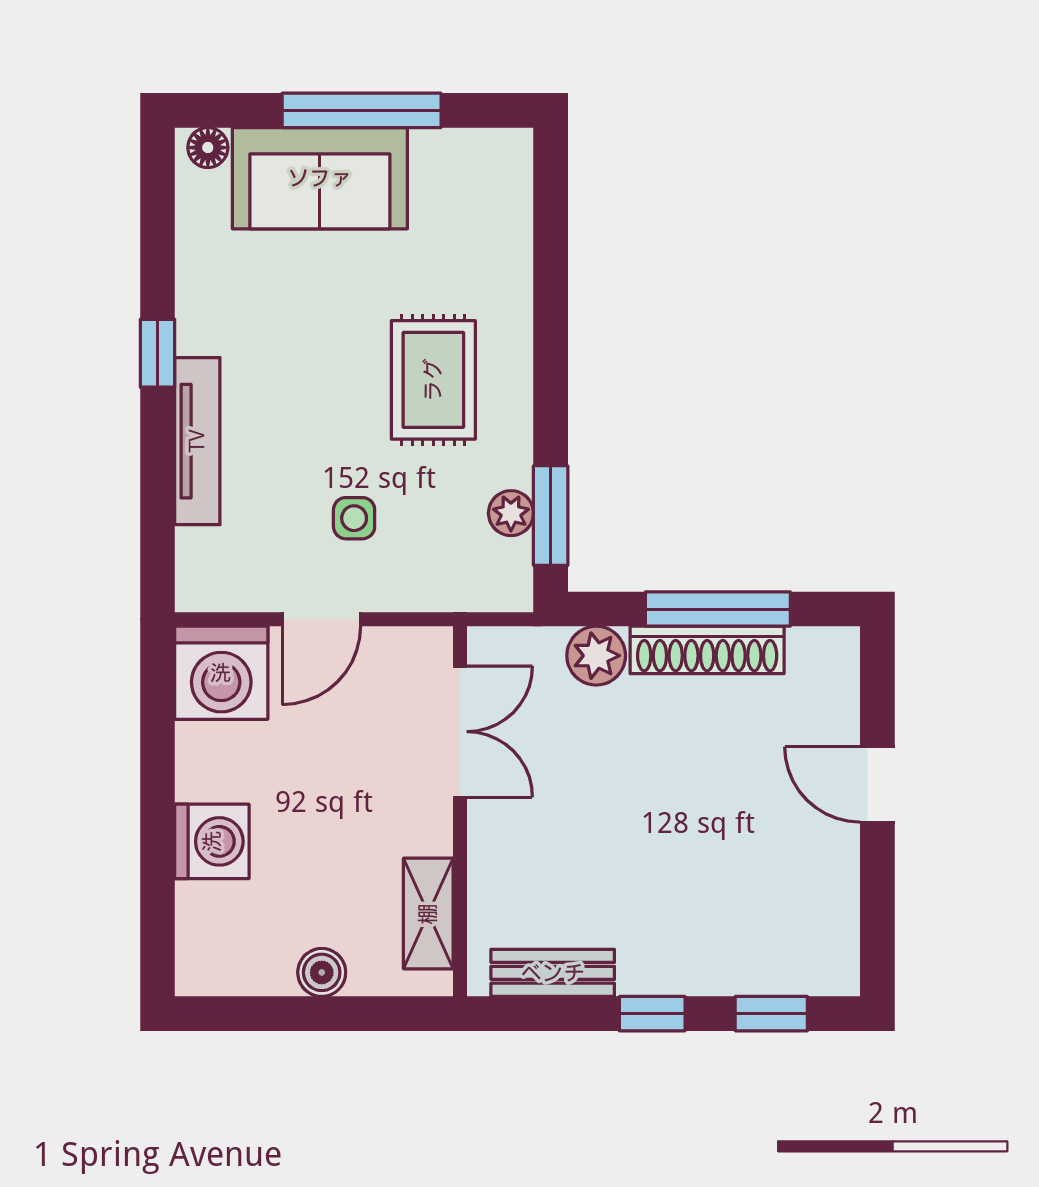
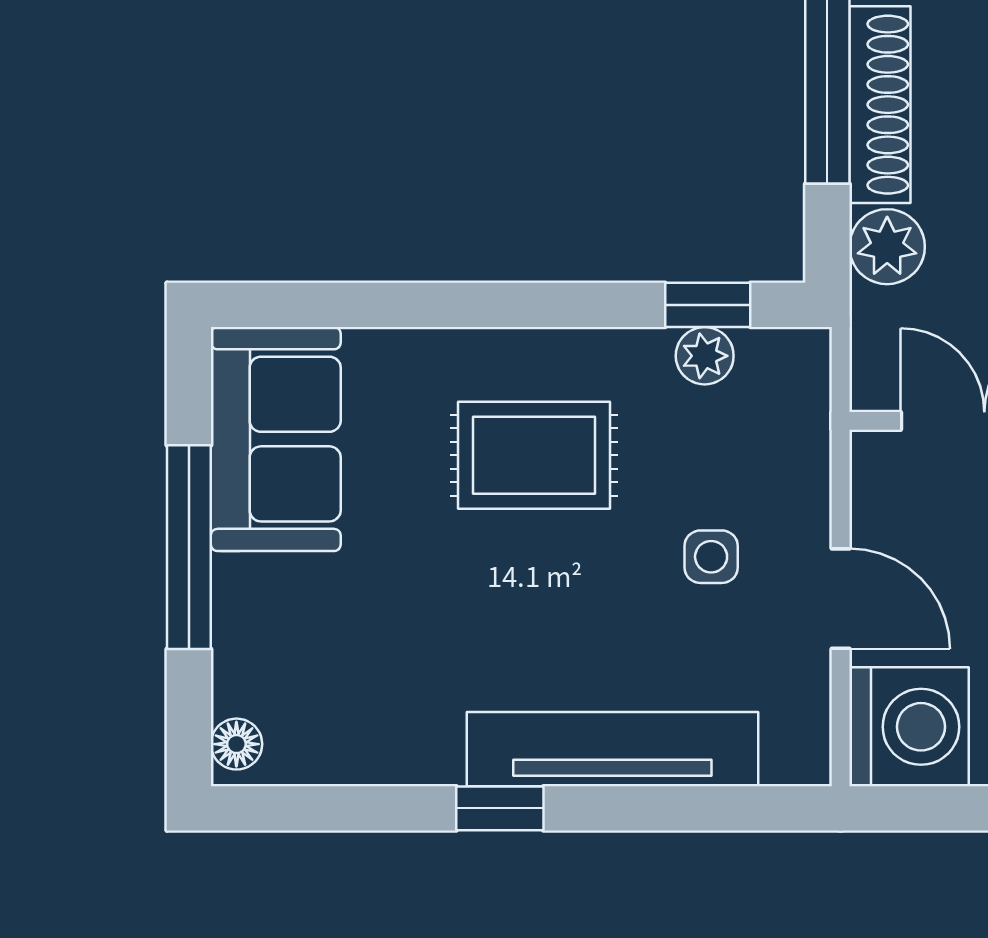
sofa: (320, 178) -> (276, 439), moved
tv unit: (197, 441) -> (612, 749), width x1.36, depth x1.29
window: (551, 516) -> (708, 305), width x0.67

